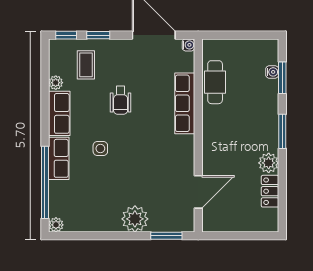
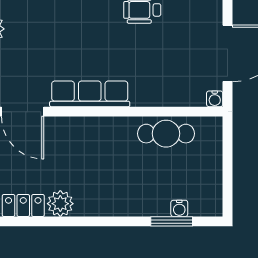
row of seats: (185, 103) -> (90, 94), moved
window: (282, 131) -> (102, 221), removed

